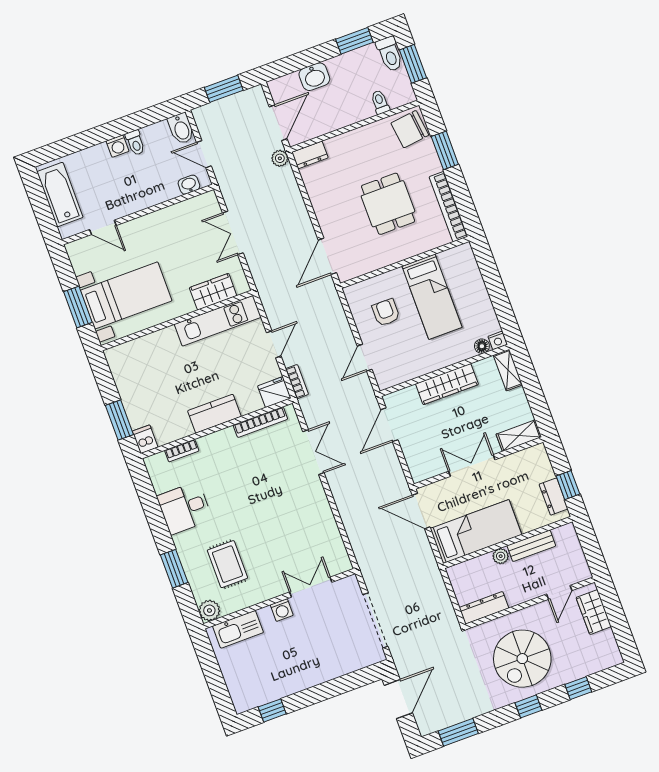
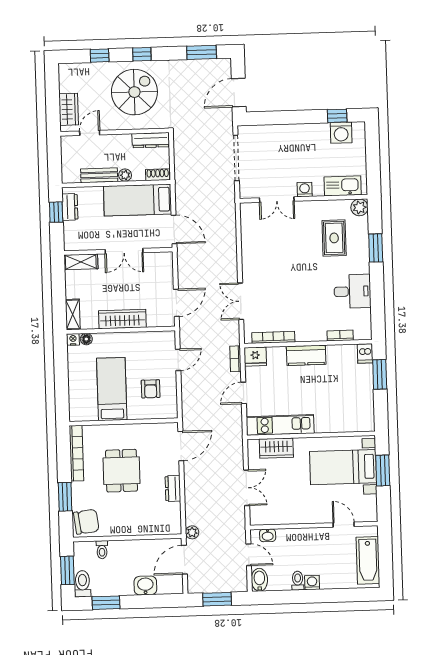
dresser: (310, 155) -> (173, 488), moved, turned -90
shoe rack: (462, 570) -> (158, 175), added
washing machine: (261, 692) -> (341, 133), added

